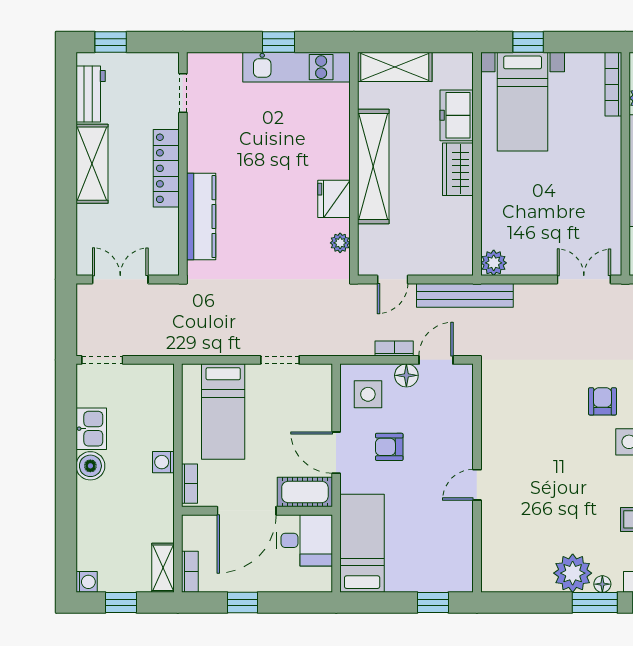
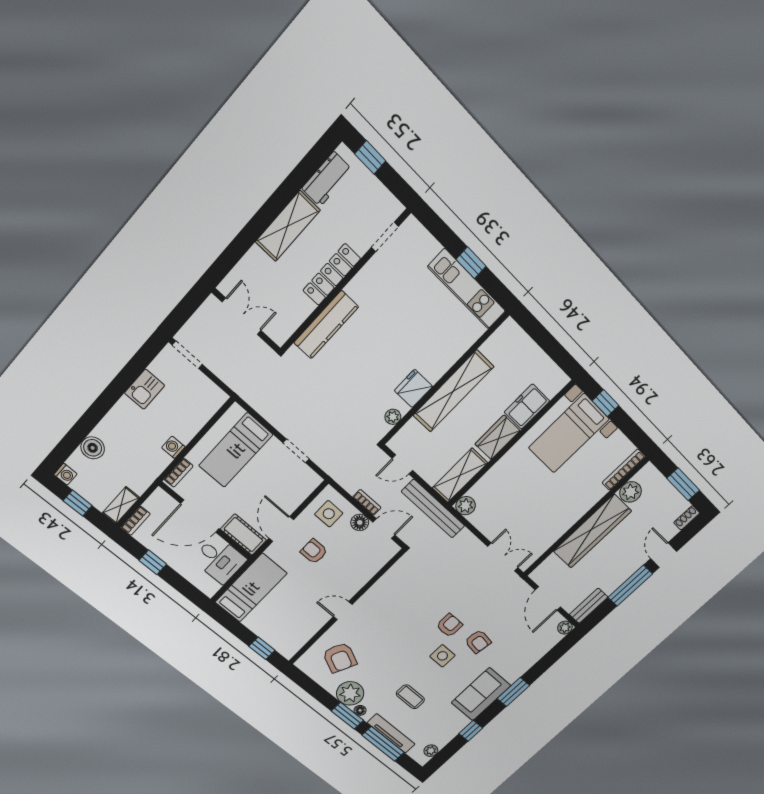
shelving: (395, 67) -> (460, 475), moved, turned 90
boiler: (90, 466) -> (93, 448), moved
armchair: (523, 541) -> (340, 658), added

